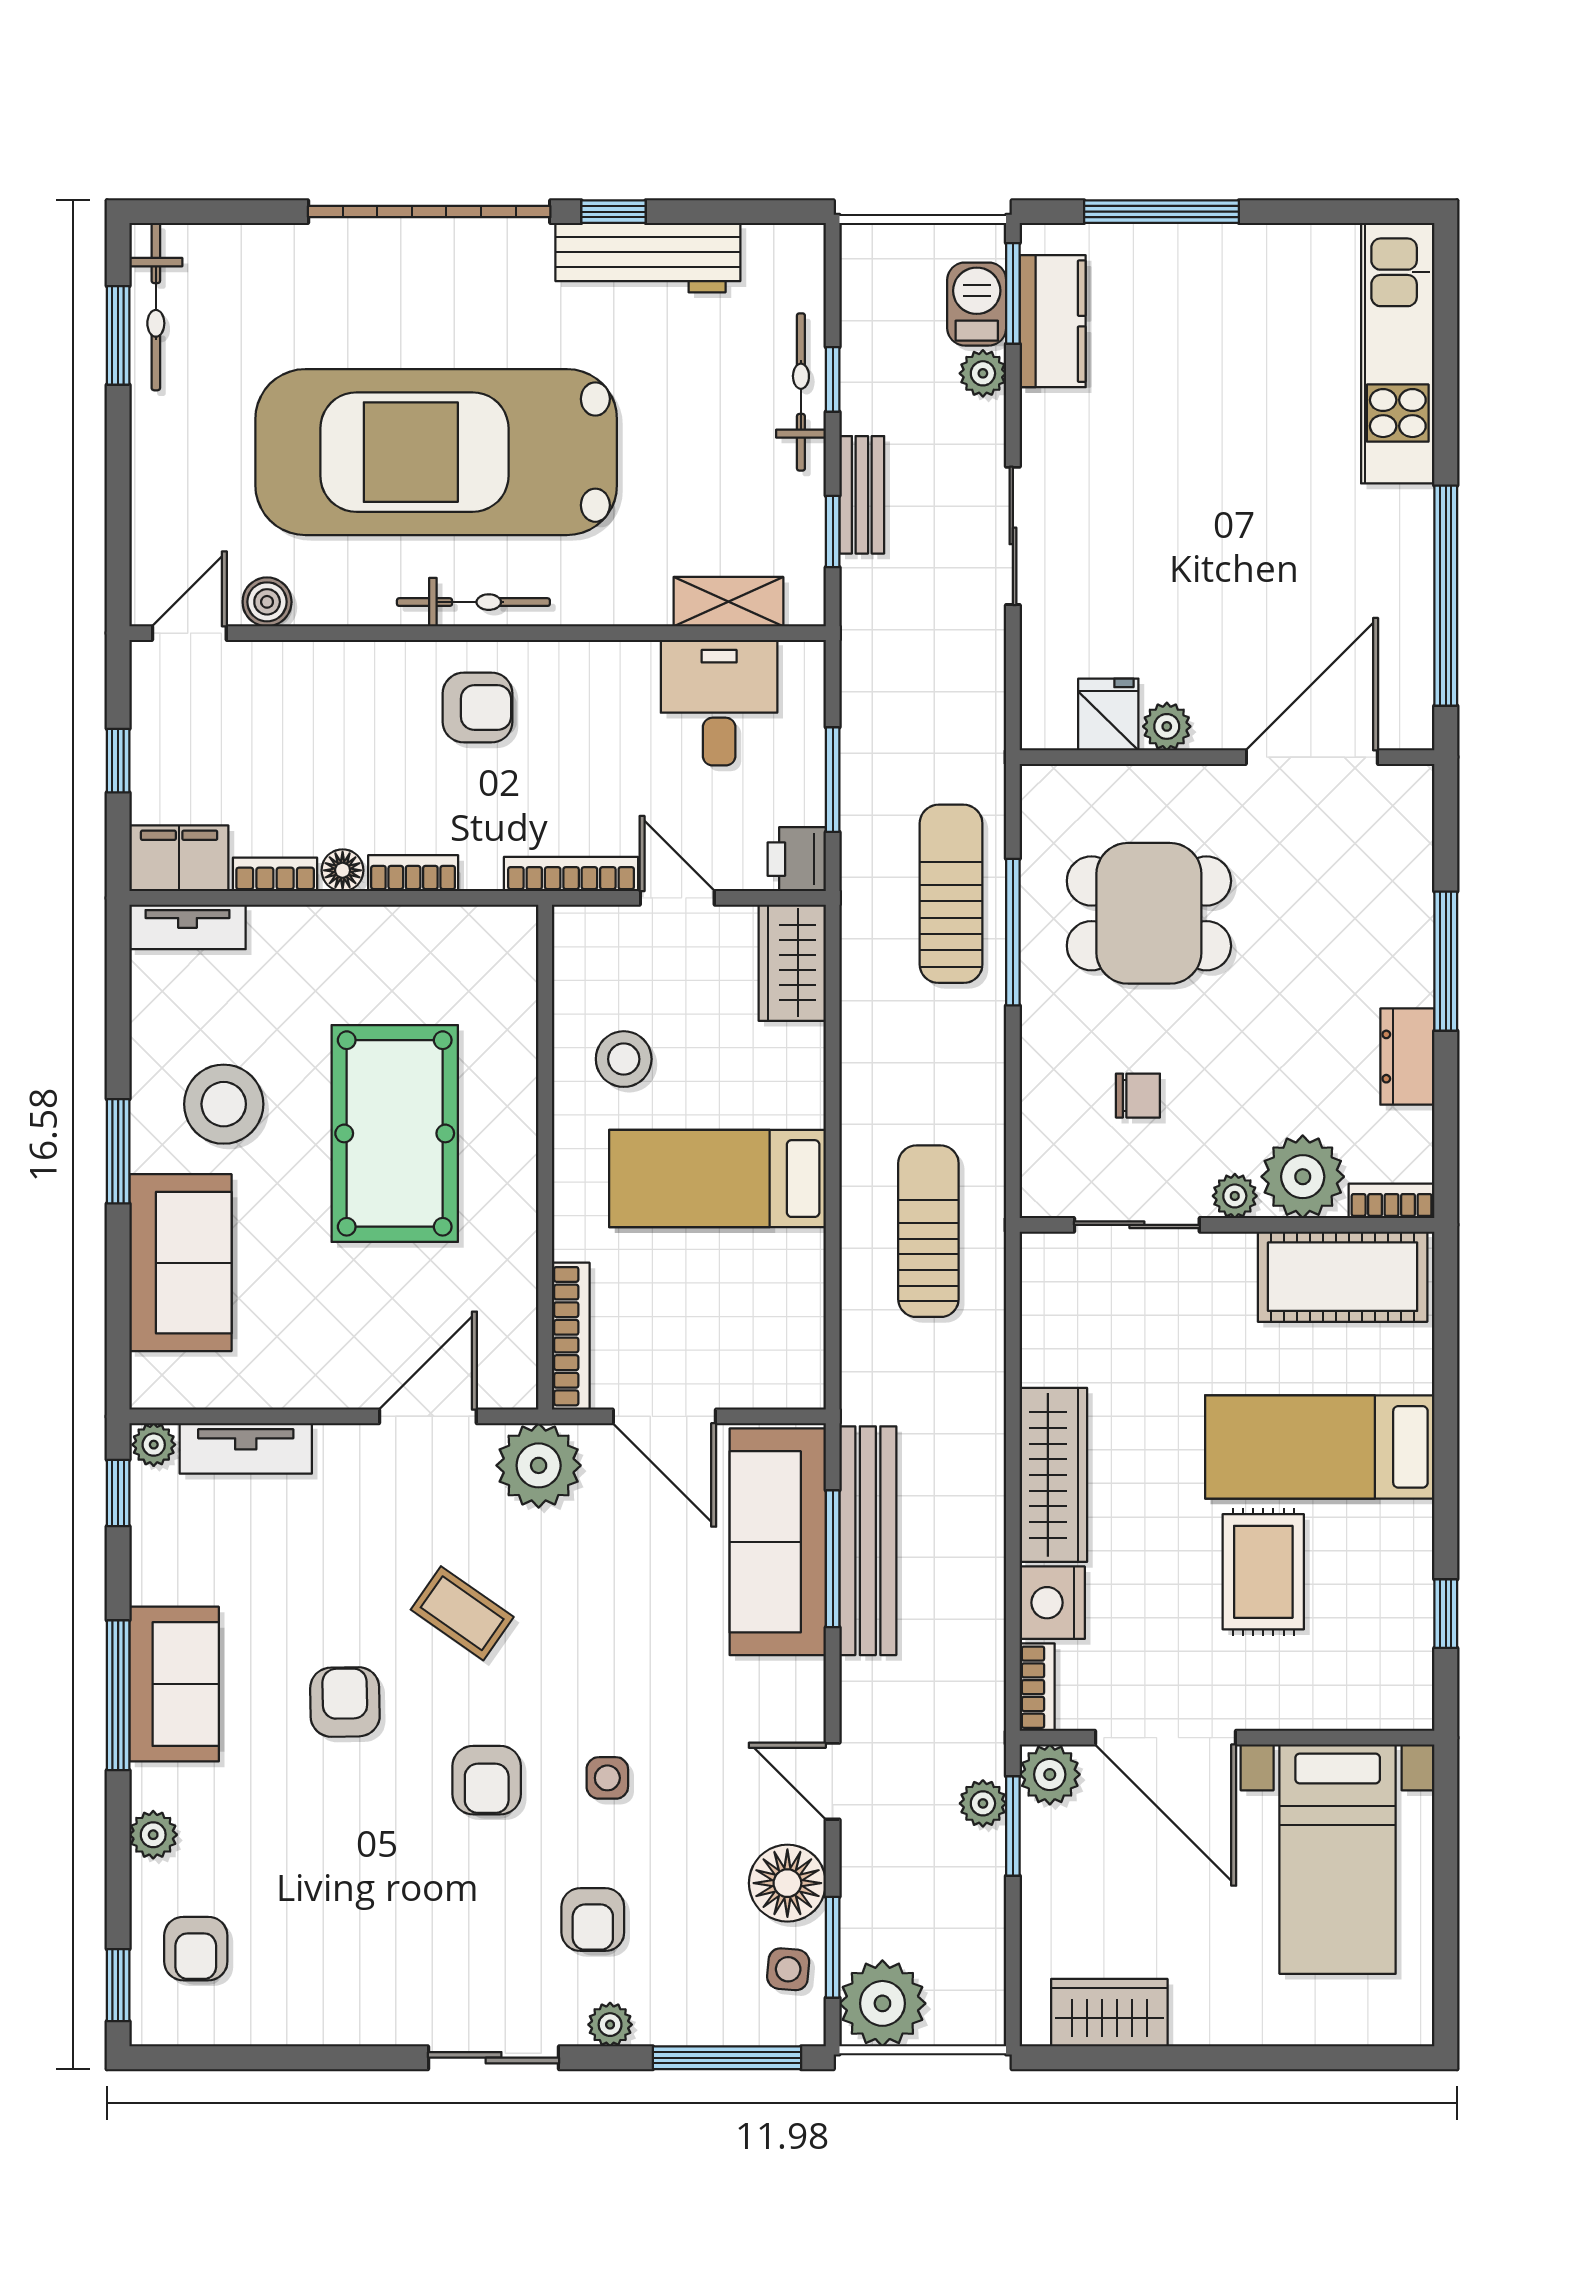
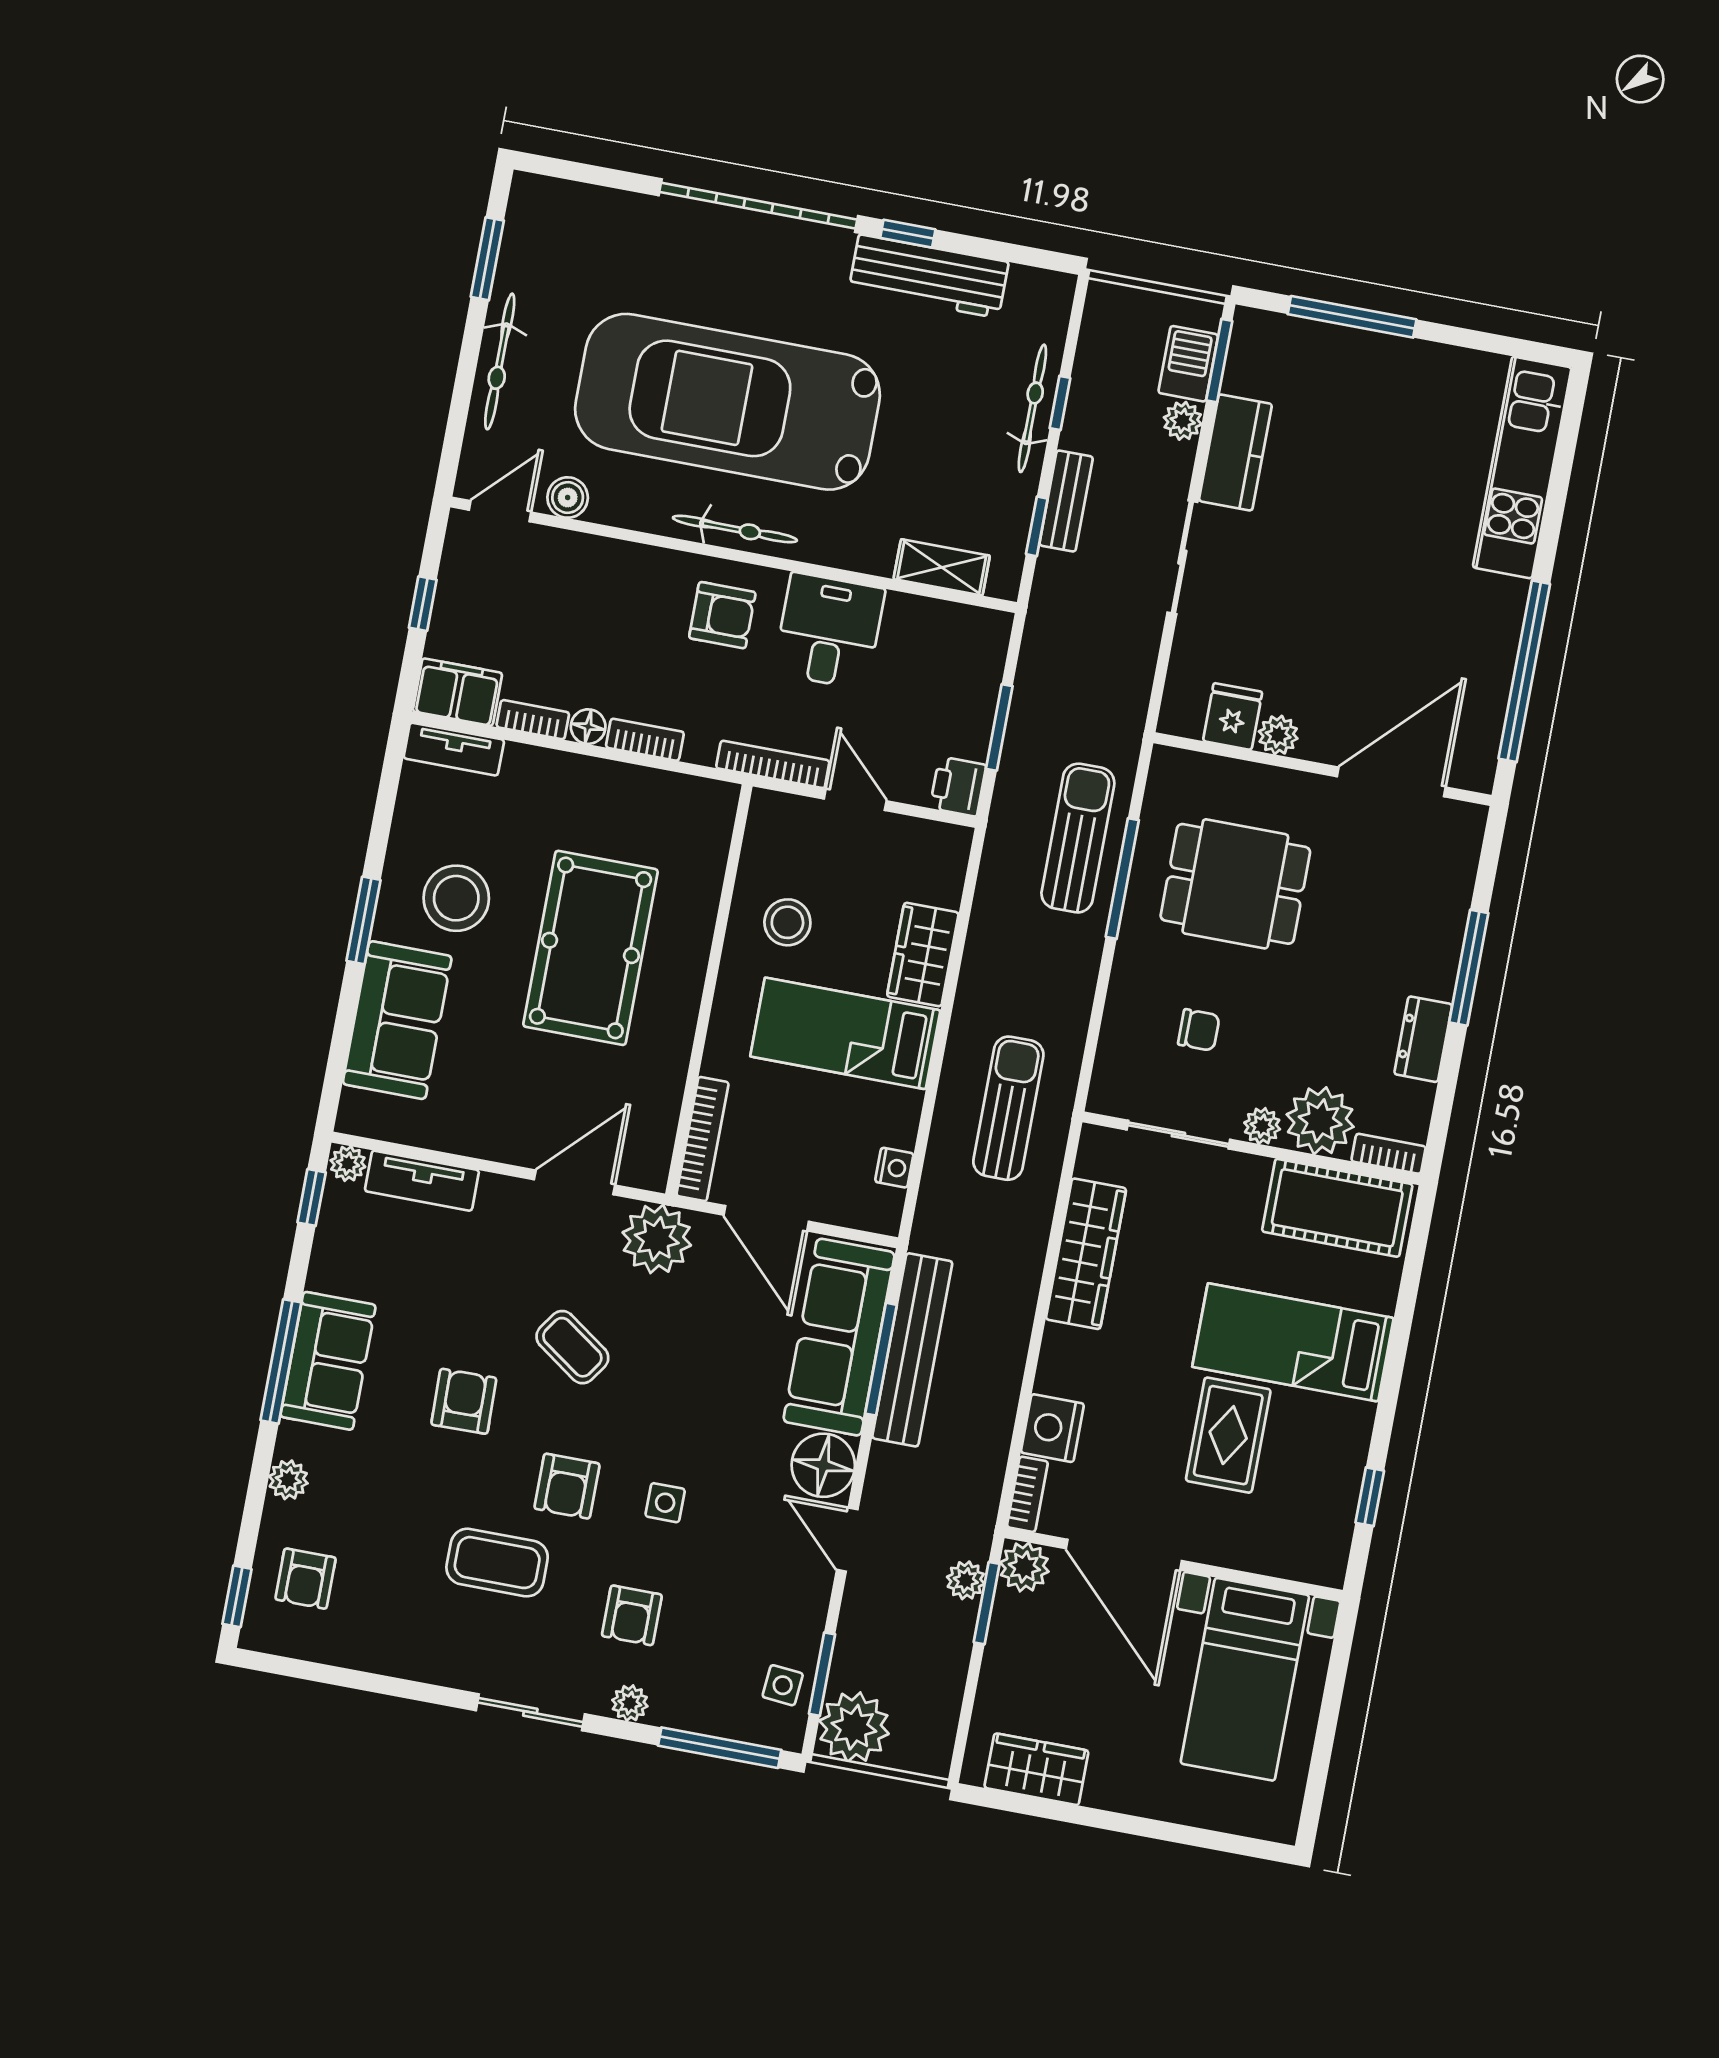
bicycle: (156, 307) -> (500, 361), moved
kitchen counter: (1053, 321) -> (1235, 452), moved
desk: (719, 703) -> (829, 631), moved
wardrobe: (792, 963) -> (923, 955), moved
nightstand: (806, 1328) -> (894, 1168), added
wardrobe: (1053, 1475) -> (1086, 1254), moved
floor lamp: (787, 1883) -> (823, 1465), moved
coffee table: (421, 1887) -> (497, 1563), added

